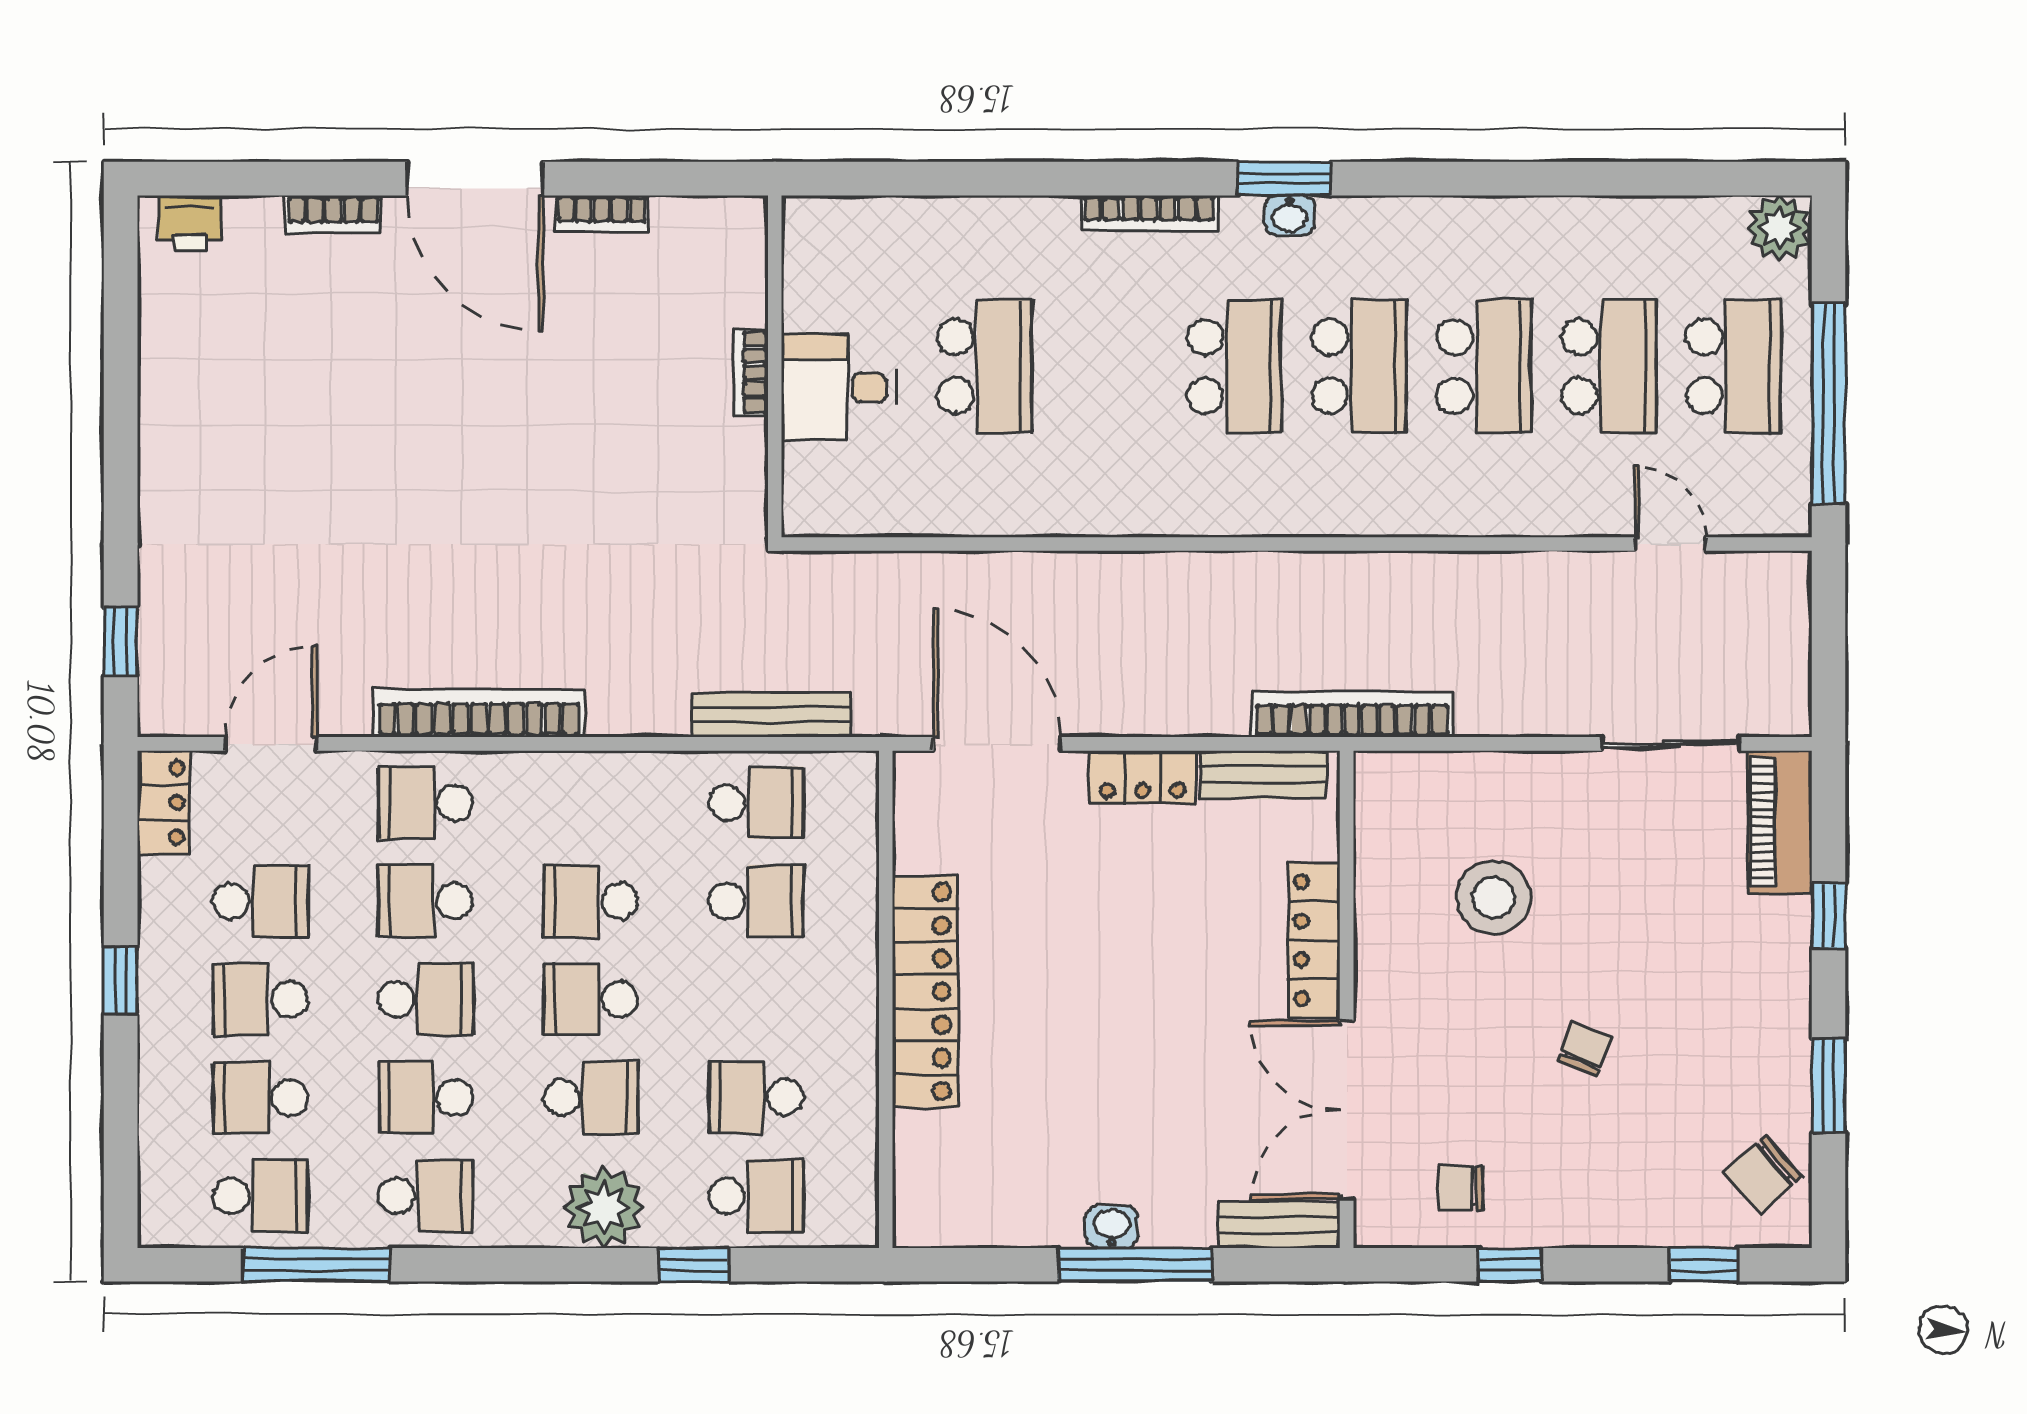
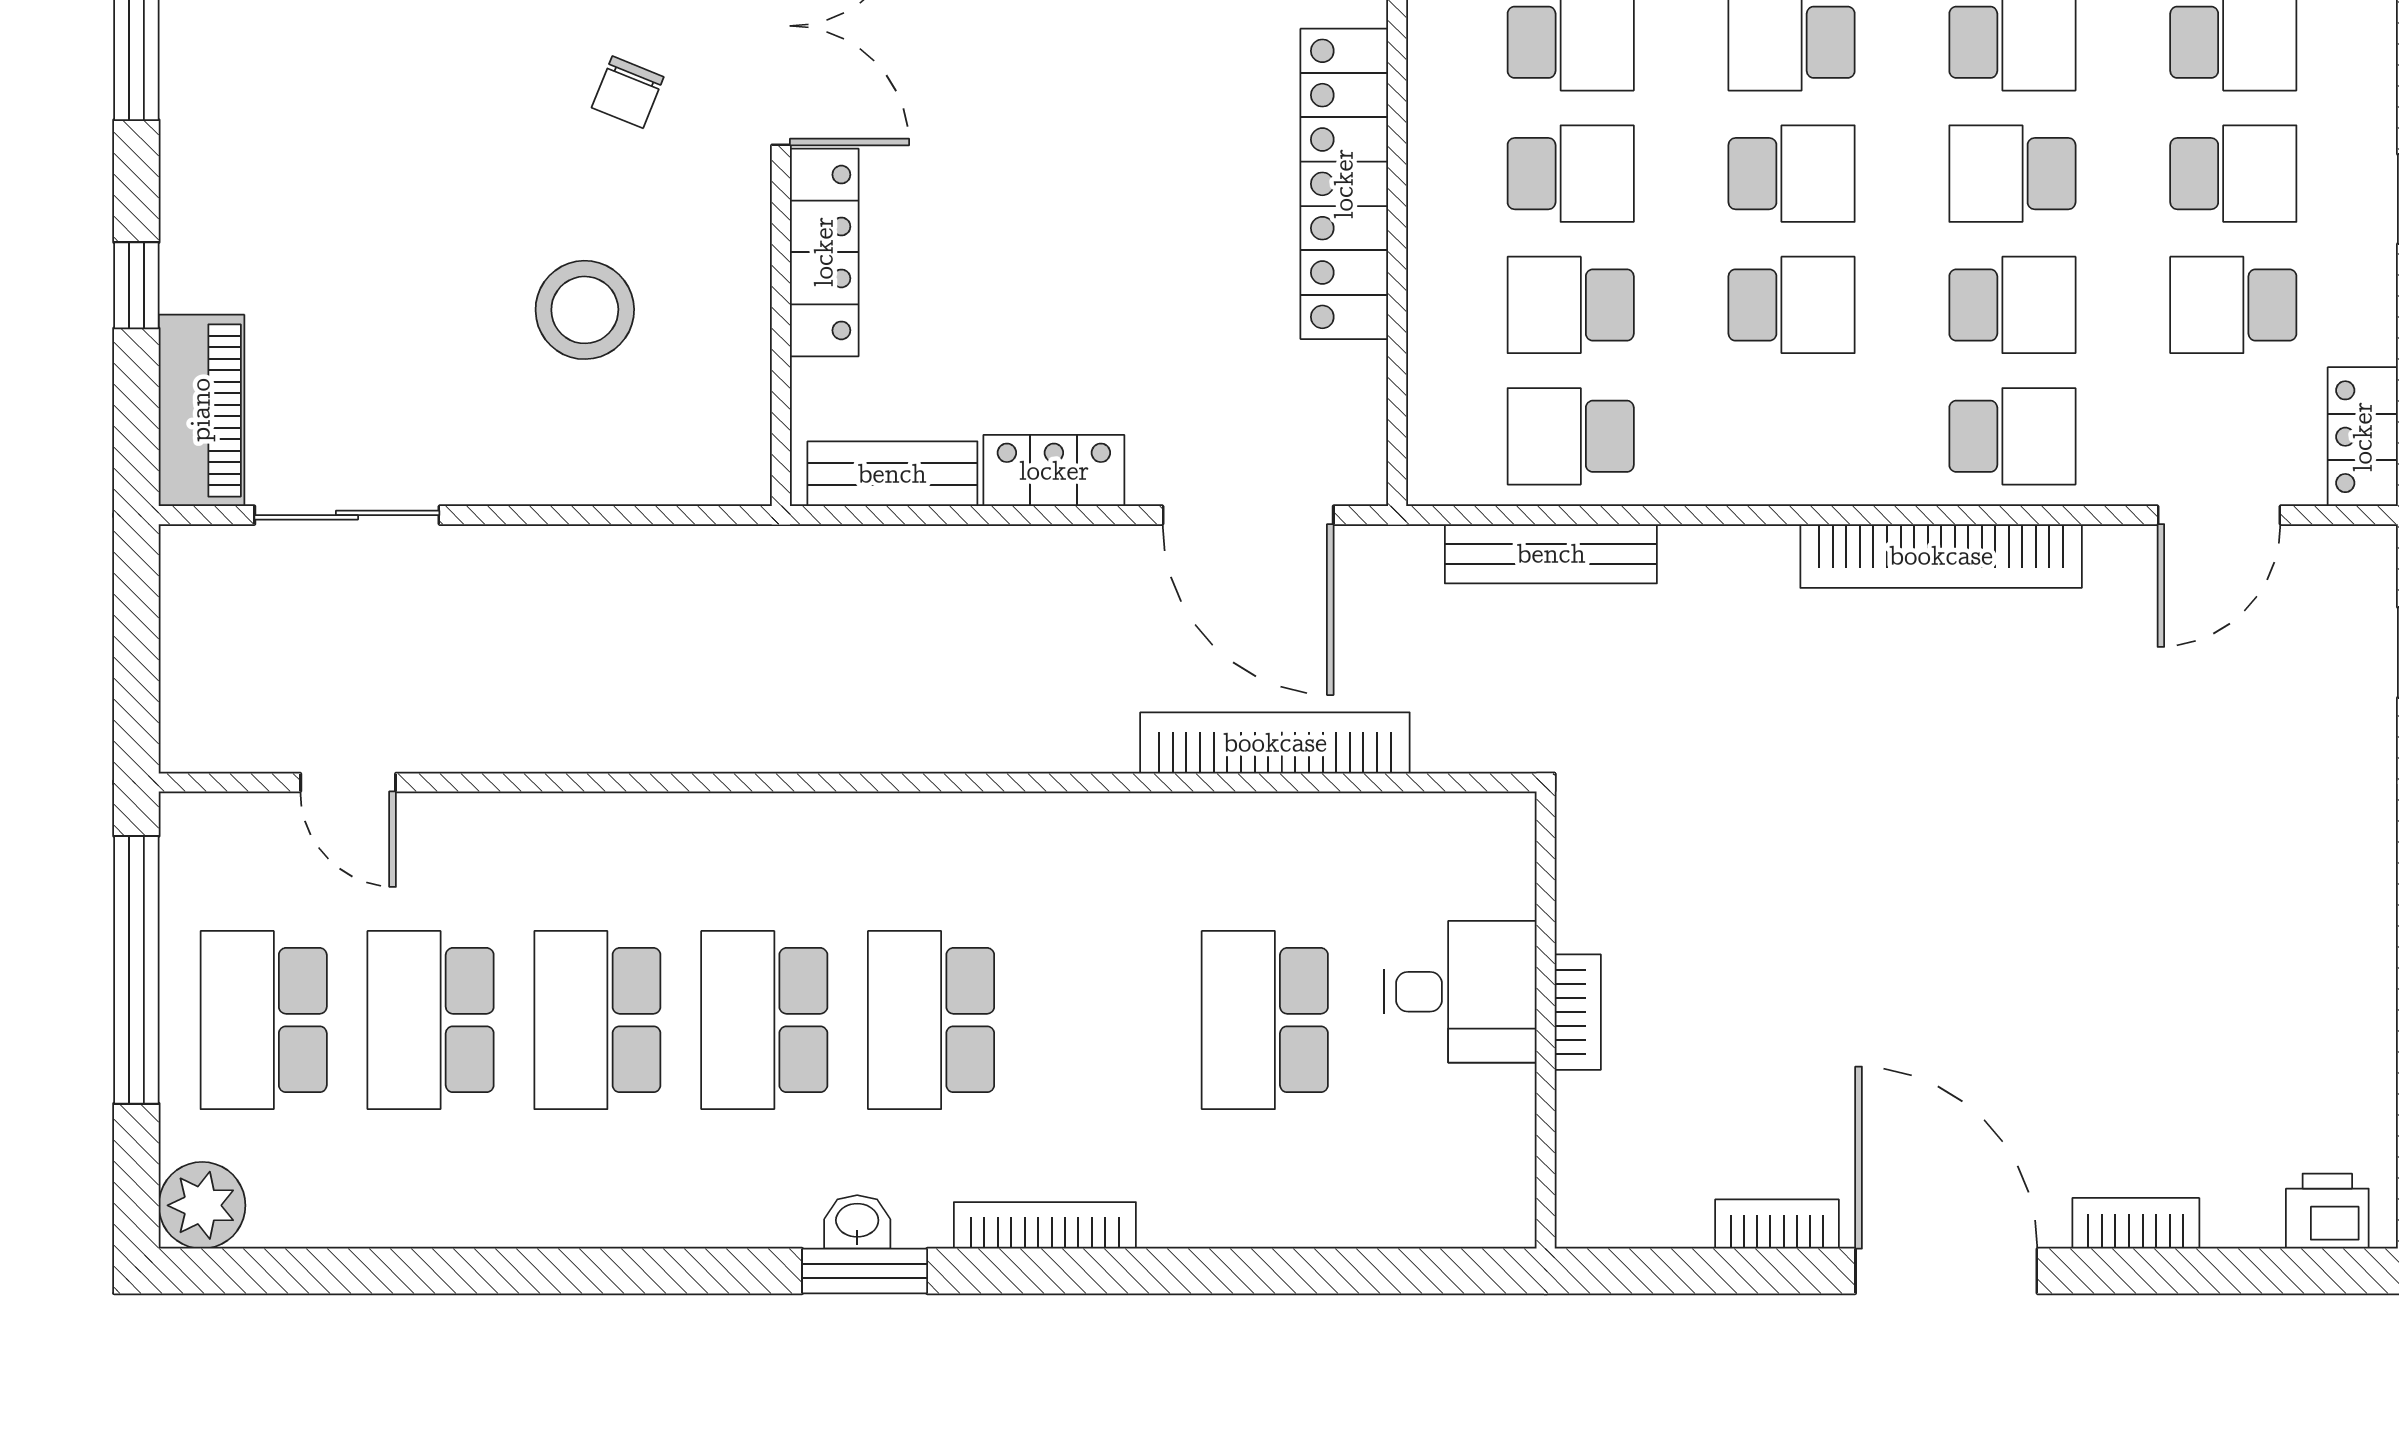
bookcase: (1352, 714) -> (1275, 743), moved, turned 180
school desk: (756, 999) -> (1571, 174), added
chair: (1585, 1049) -> (628, 92), moved

